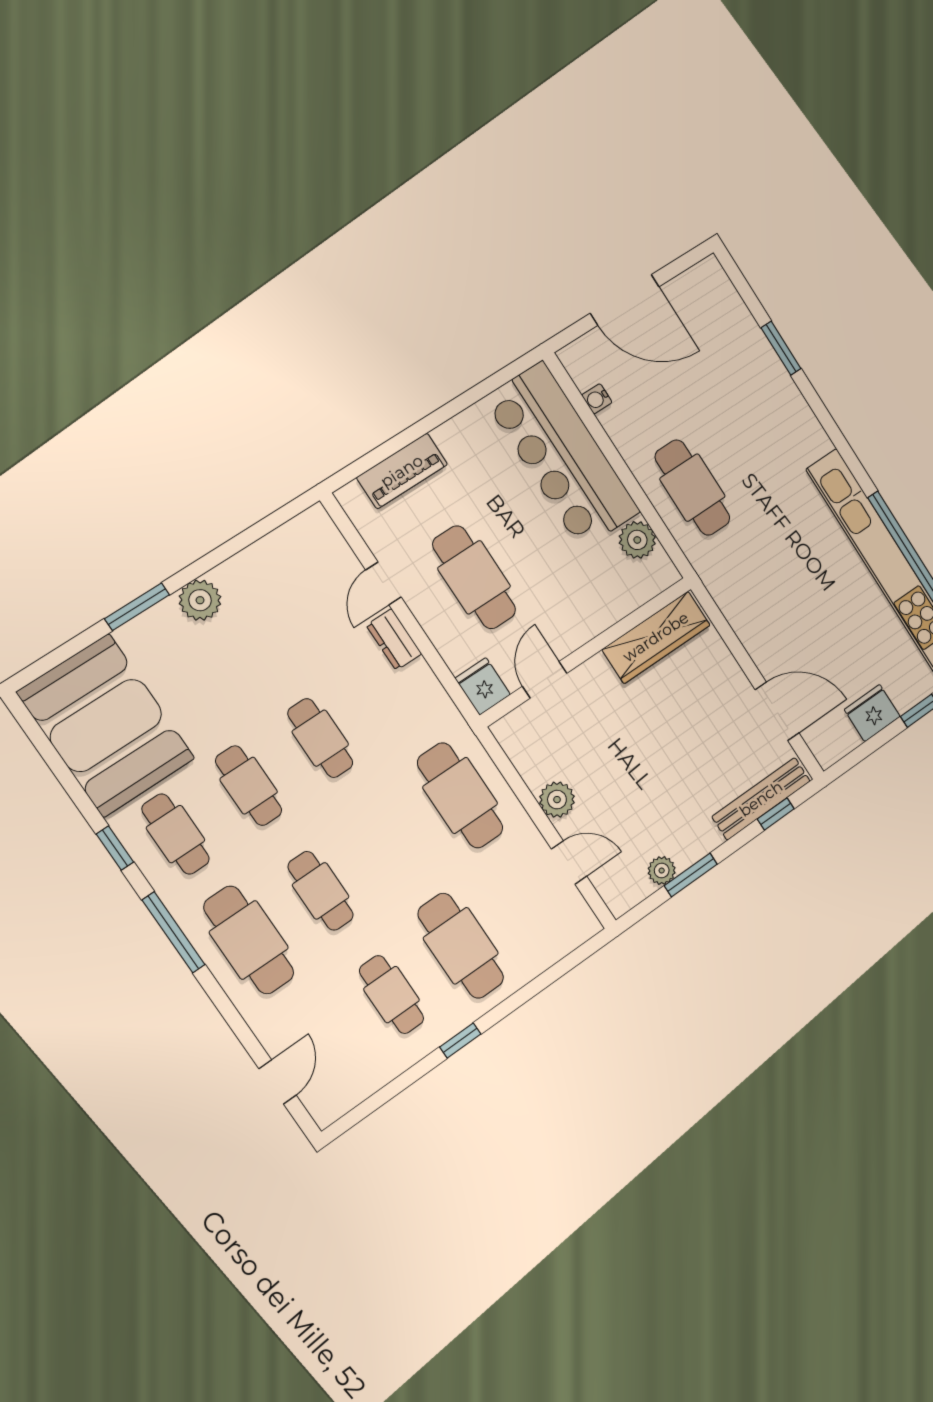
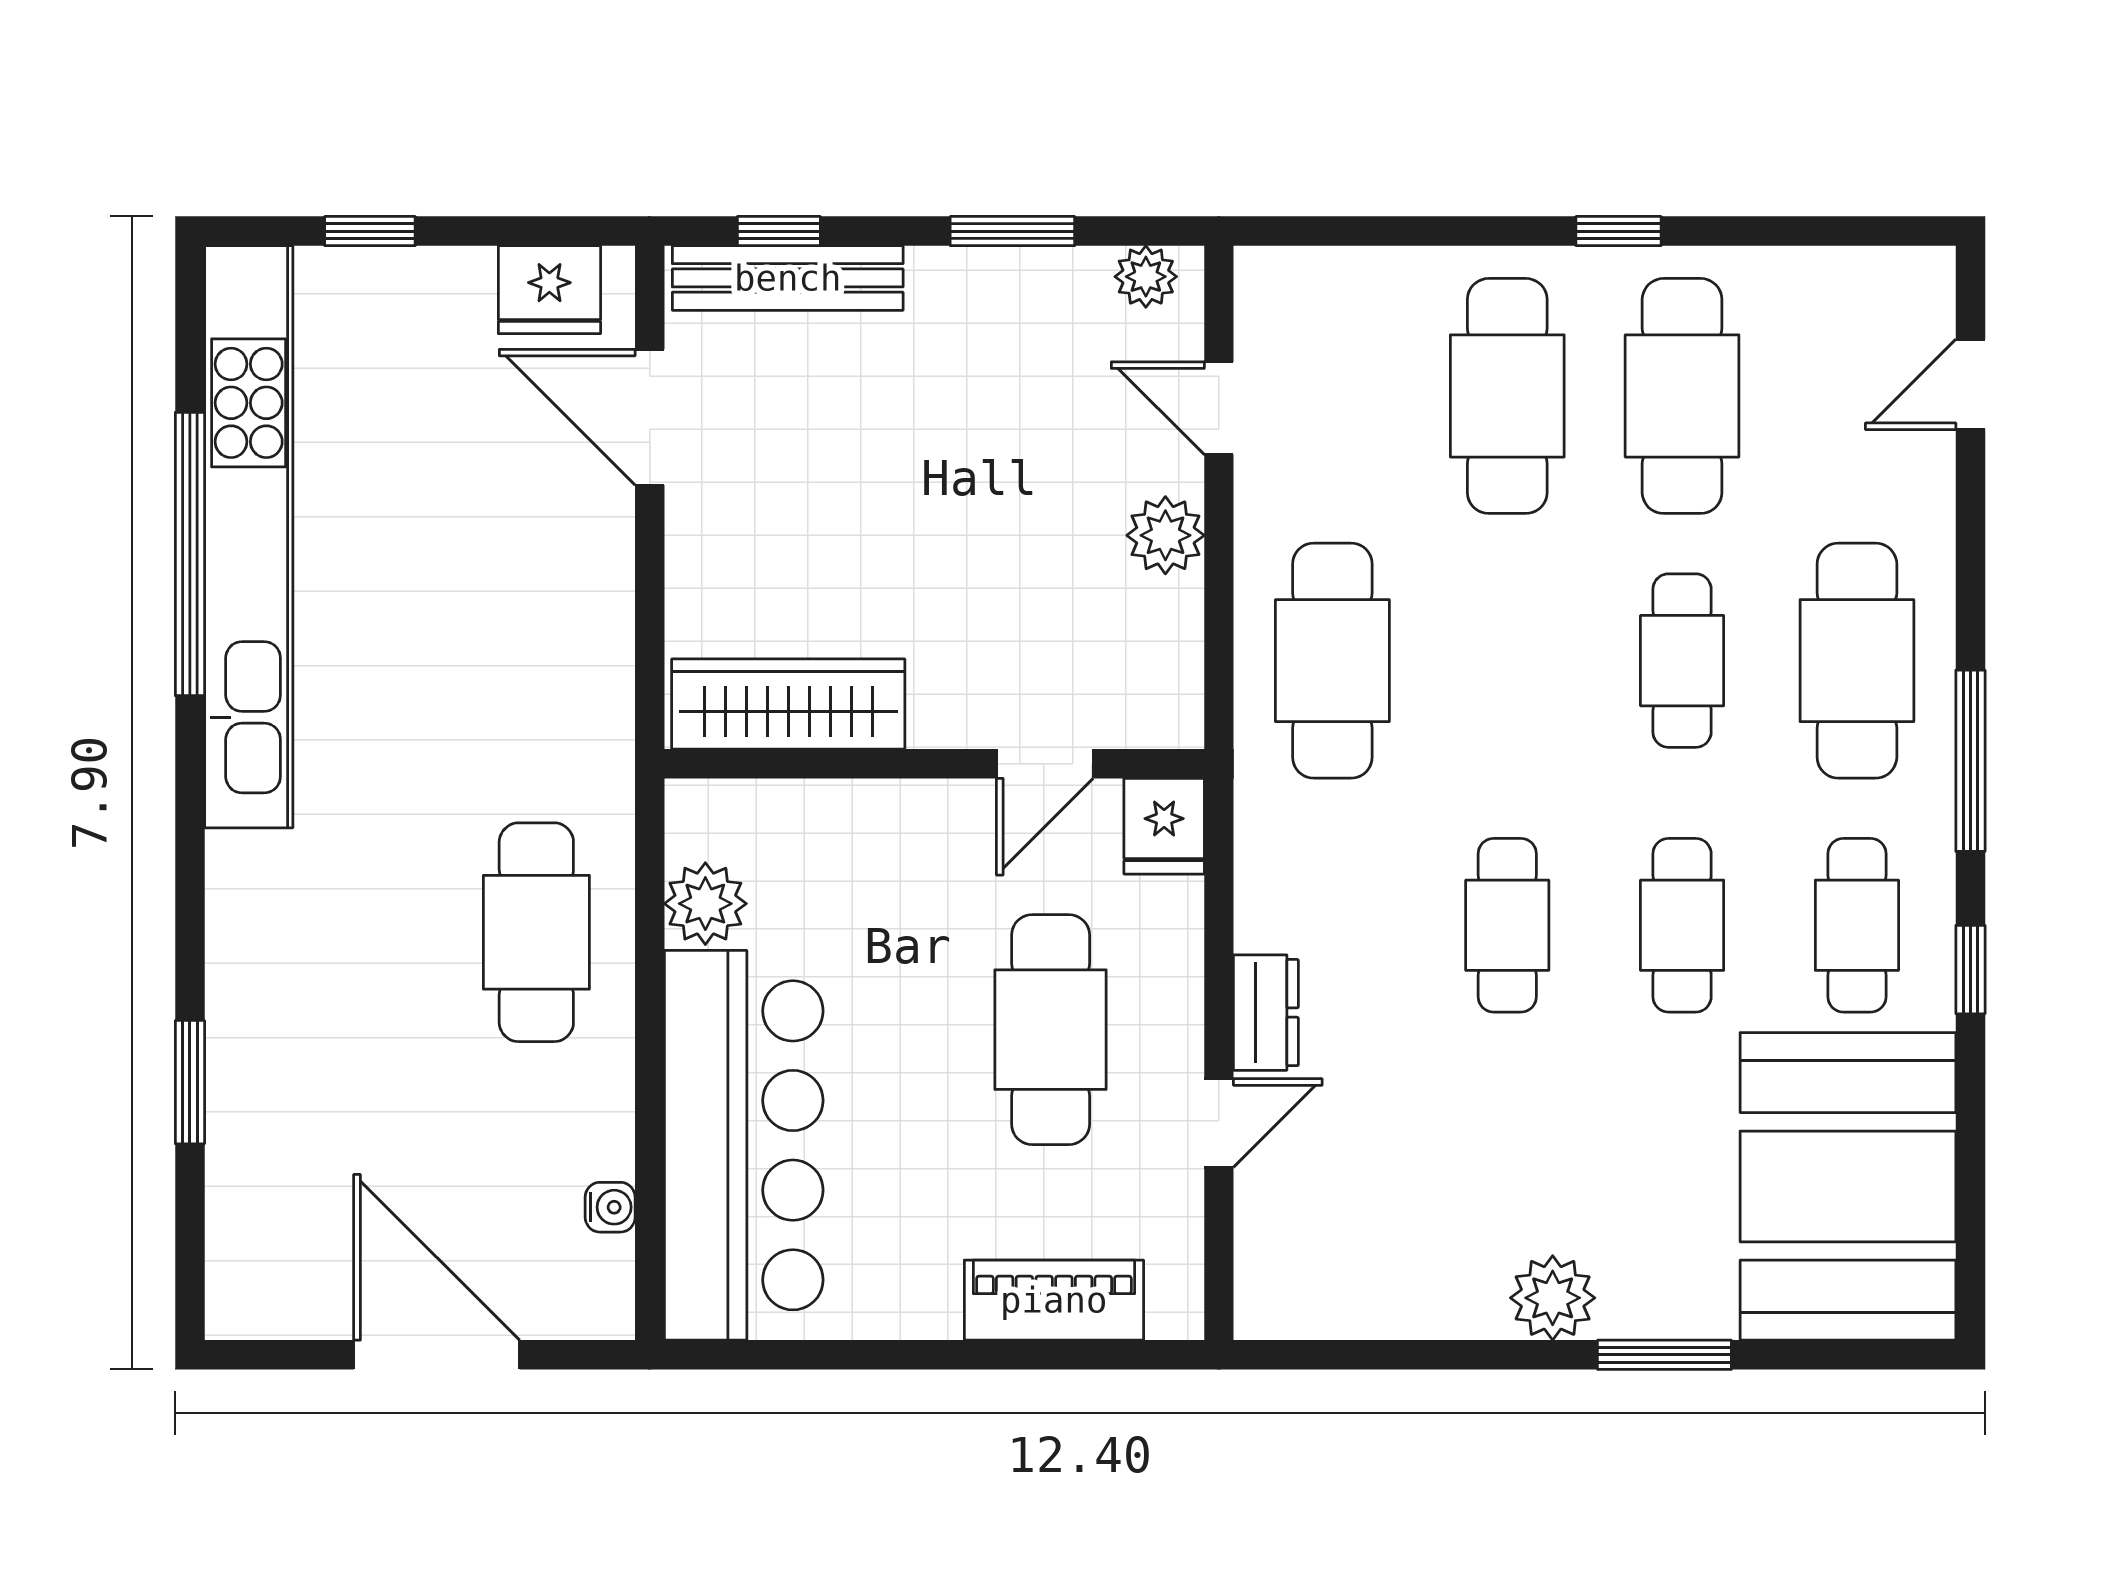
fridge: (872, 713) -> (549, 290), moved
plant: (662, 871) -> (1146, 277), moved
cafe table: (392, 995) -> (1682, 396), width x1.37, depth x1.35

